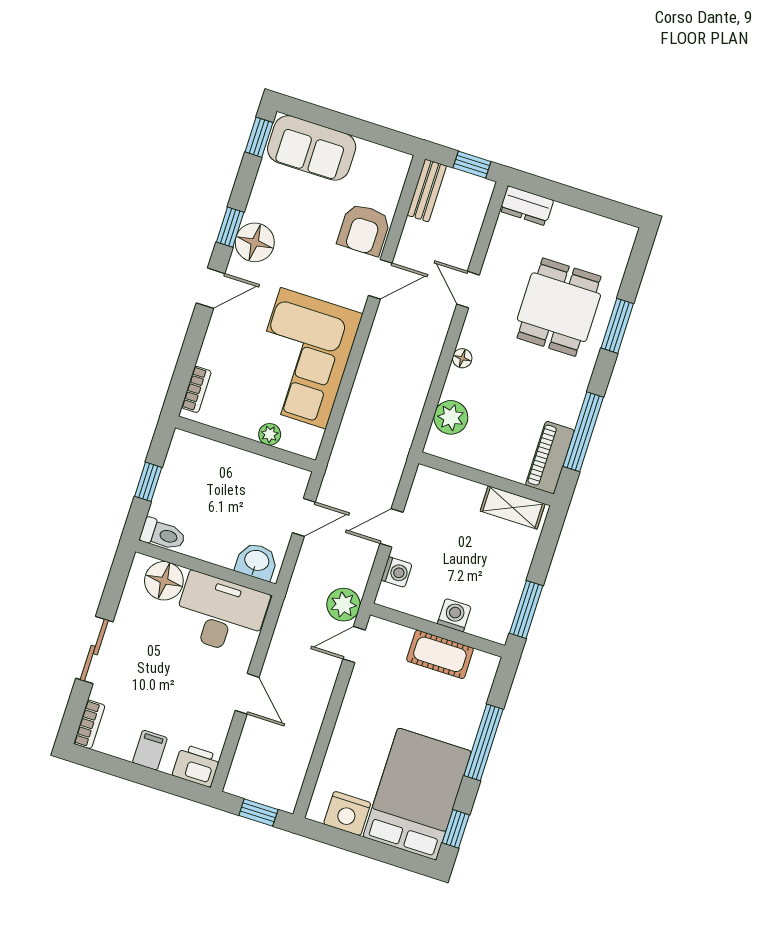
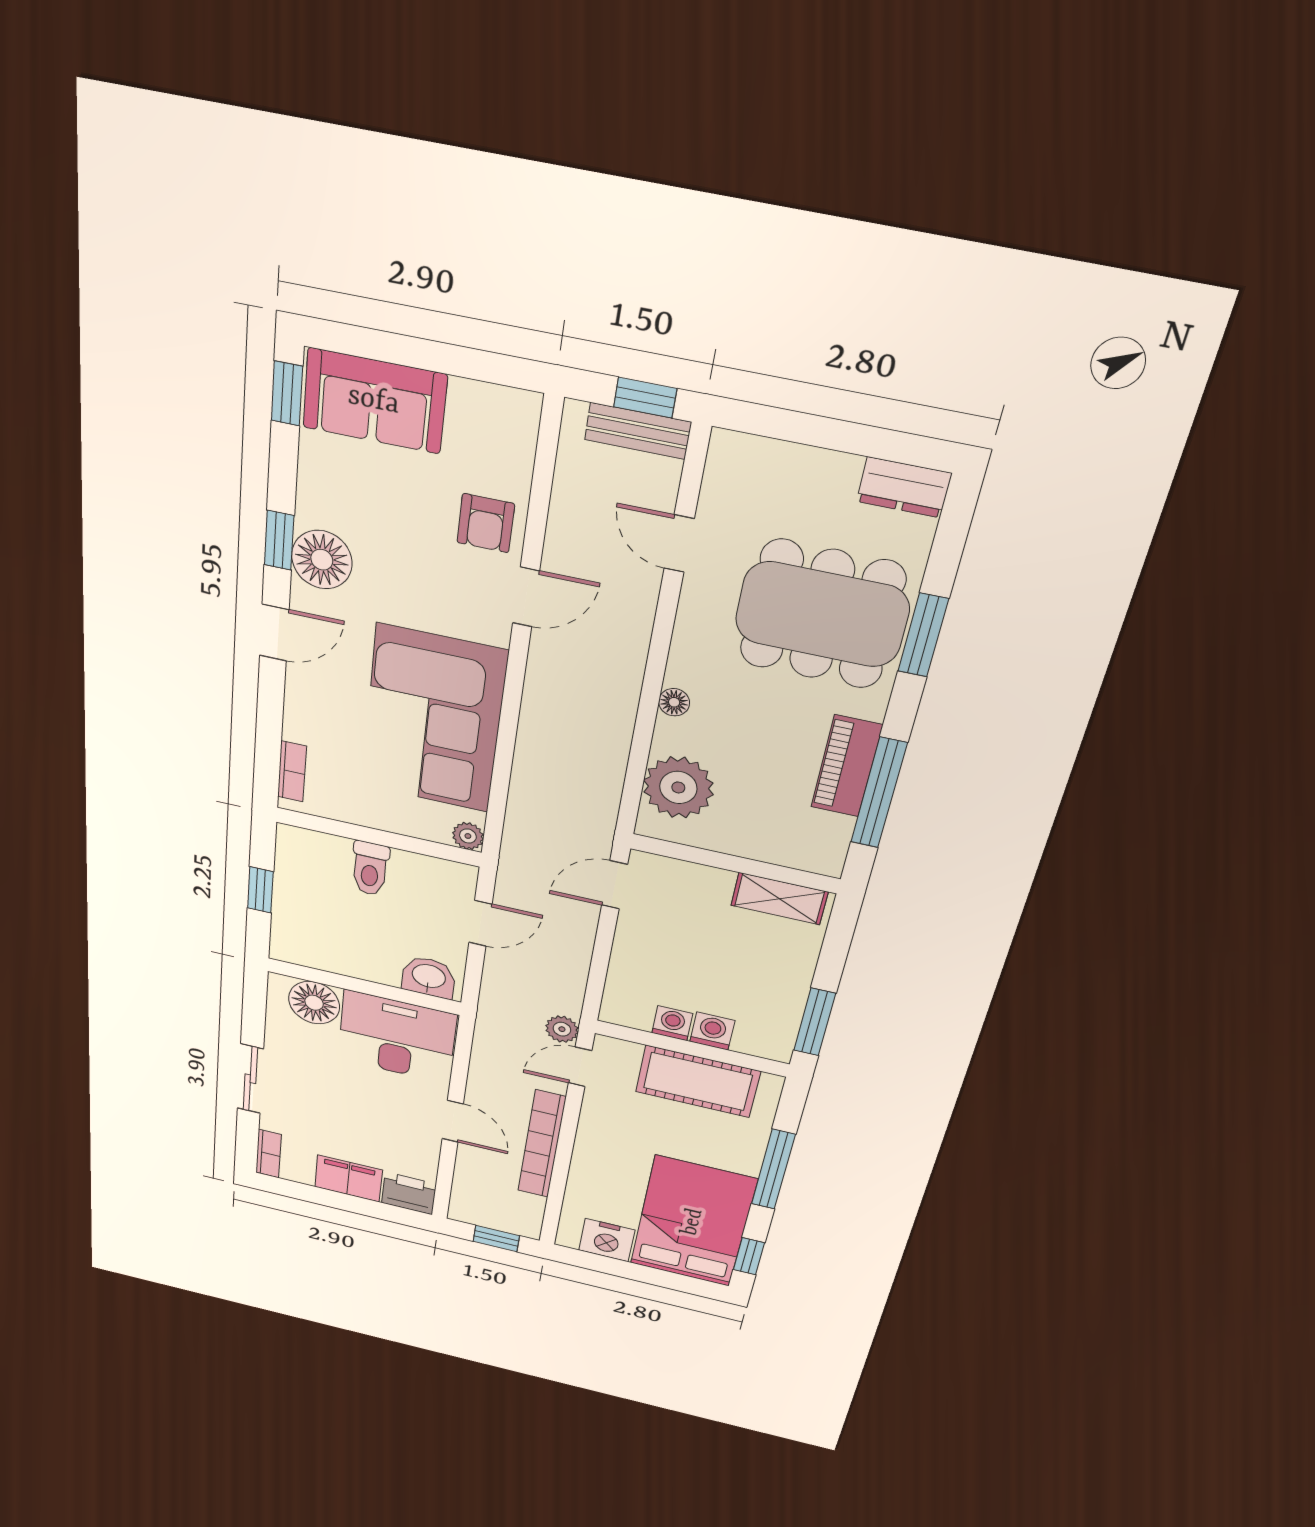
bench: (427, 190) -> (638, 431), moved, turned 90
dresser: (527, 206) -> (904, 487), moved
armchair: (364, 229) -> (486, 523), width x0.72, depth x0.72
door: (468, 290) -> (679, 544), moved
dining table: (559, 307) -> (822, 614), width x1.37
plant: (451, 417) -> (678, 787), width x1.36, depth x1.36
plant: (270, 434) -> (468, 836), moved
piano: (550, 458) -> (847, 766), moved
door: (392, 528) -> (615, 885), moved
toilet: (163, 534) -> (370, 869), moved, turned 90
washing machine: (397, 572) -> (672, 1023), moved, turned -90
plant: (343, 605) -> (562, 1029), width x0.73, depth x0.73
cot: (440, 654) -> (698, 1082), width x1.37, depth x1.34
bookcase: (312, 717) -> (542, 1144), added
filing cabinet: (150, 750) -> (348, 1178), width x2.00

